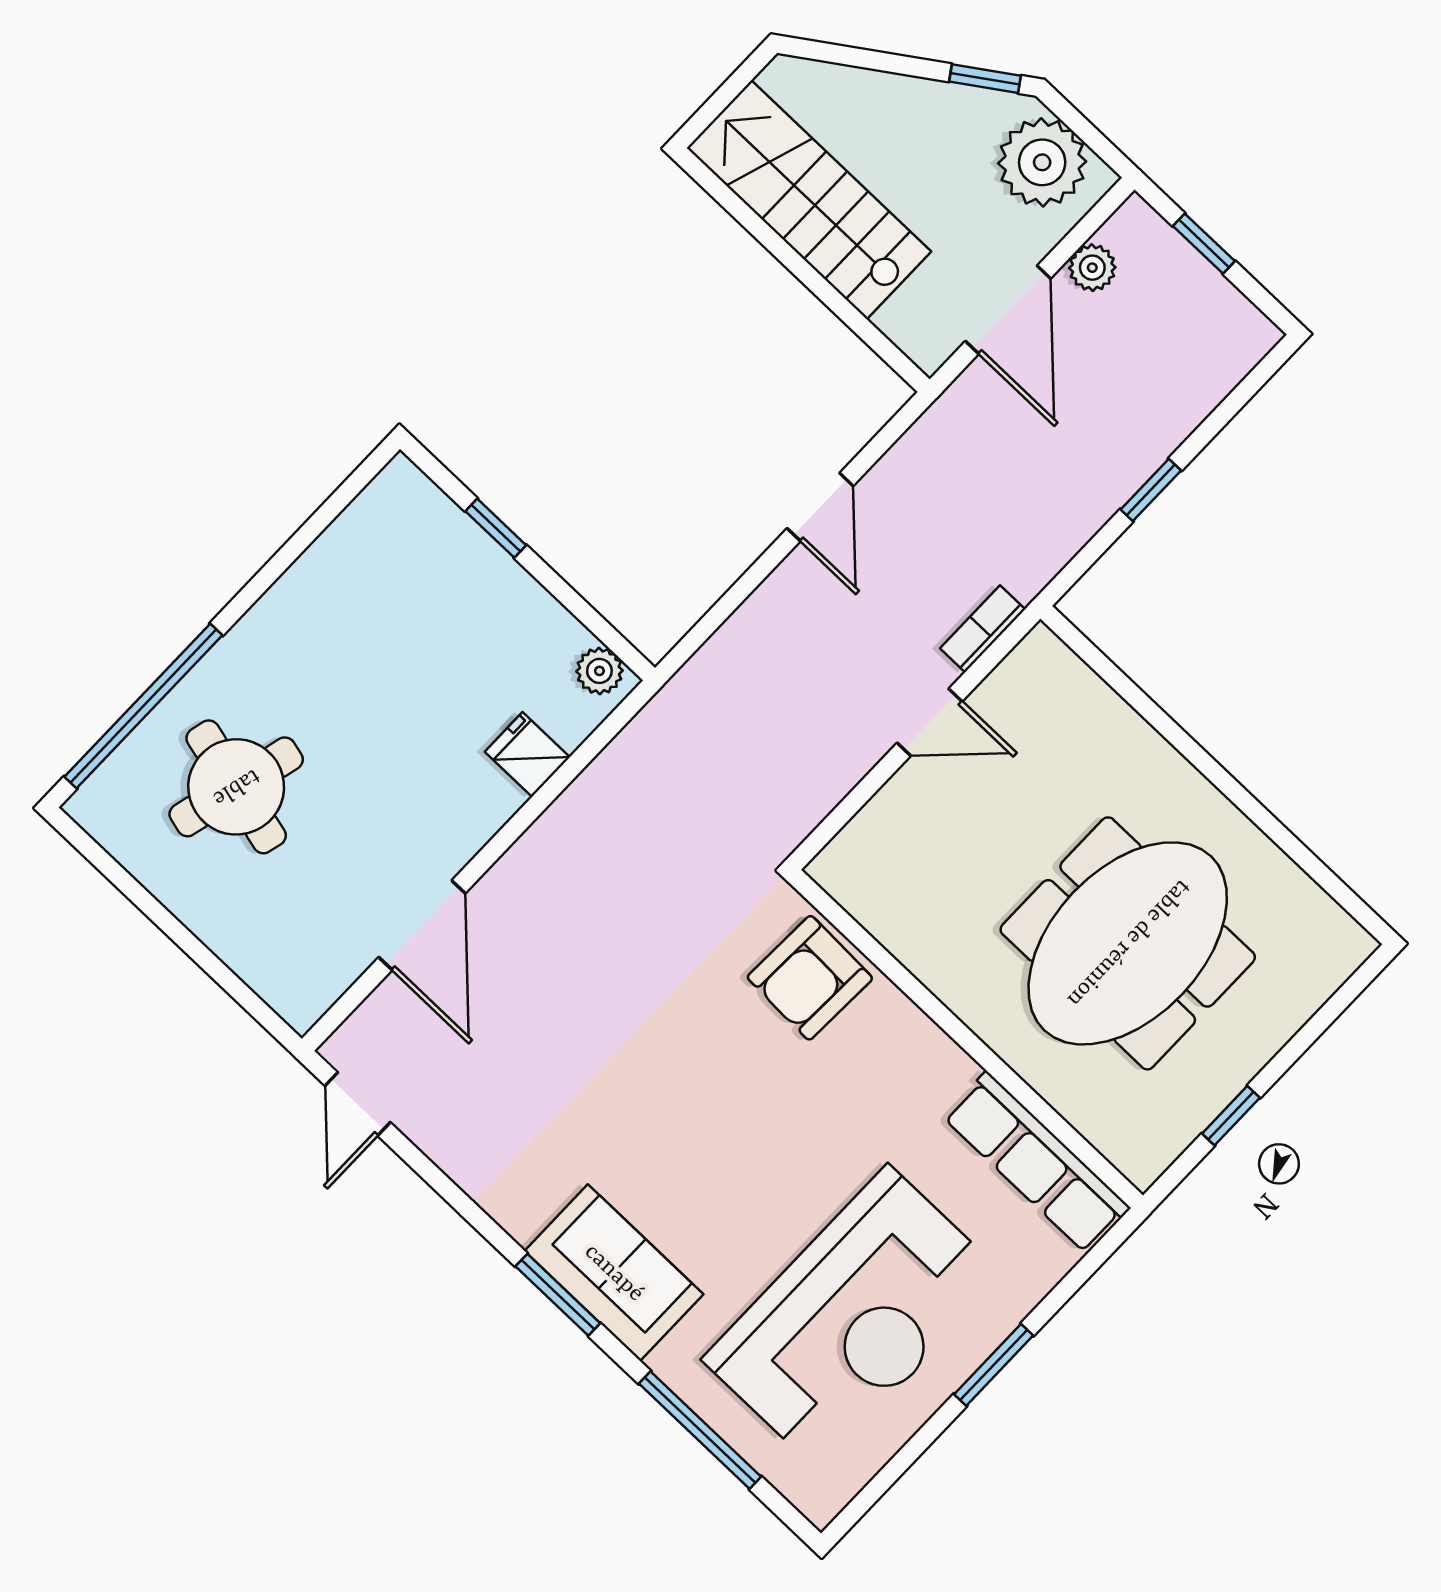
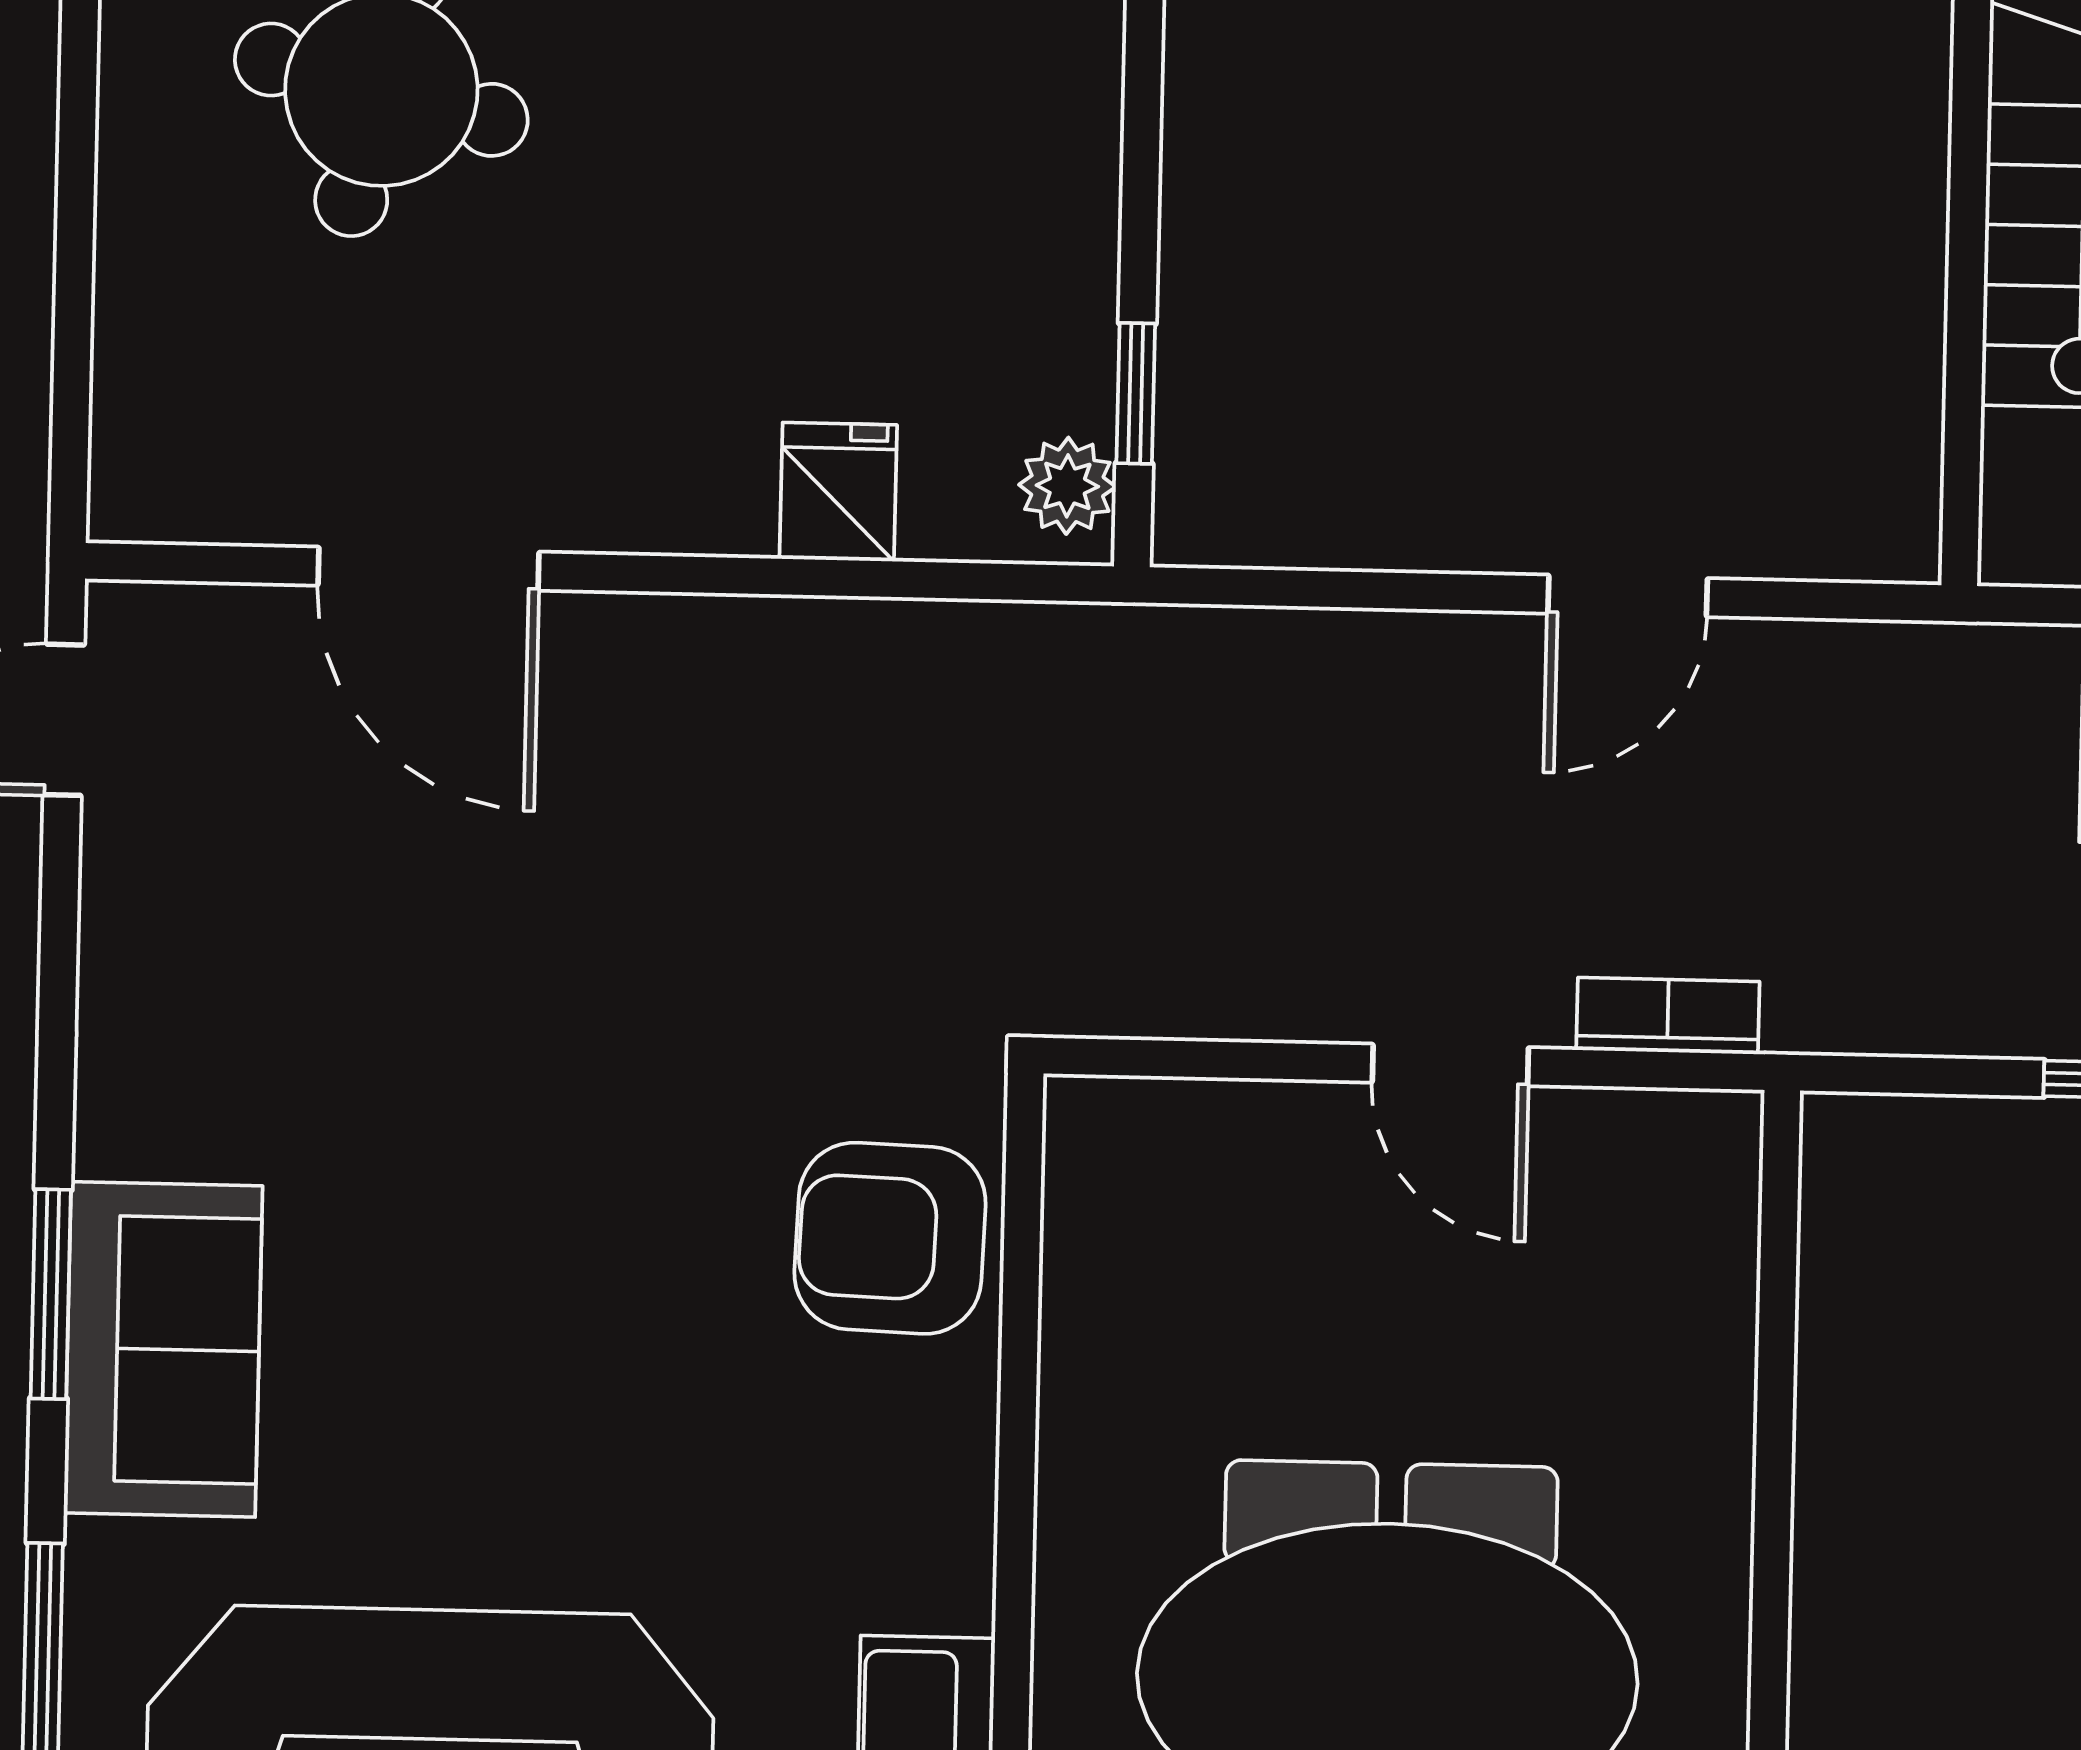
window: (496, 528) -> (1136, 393), moved
door: (422, 925) -> (429, 569), hinge flipped

